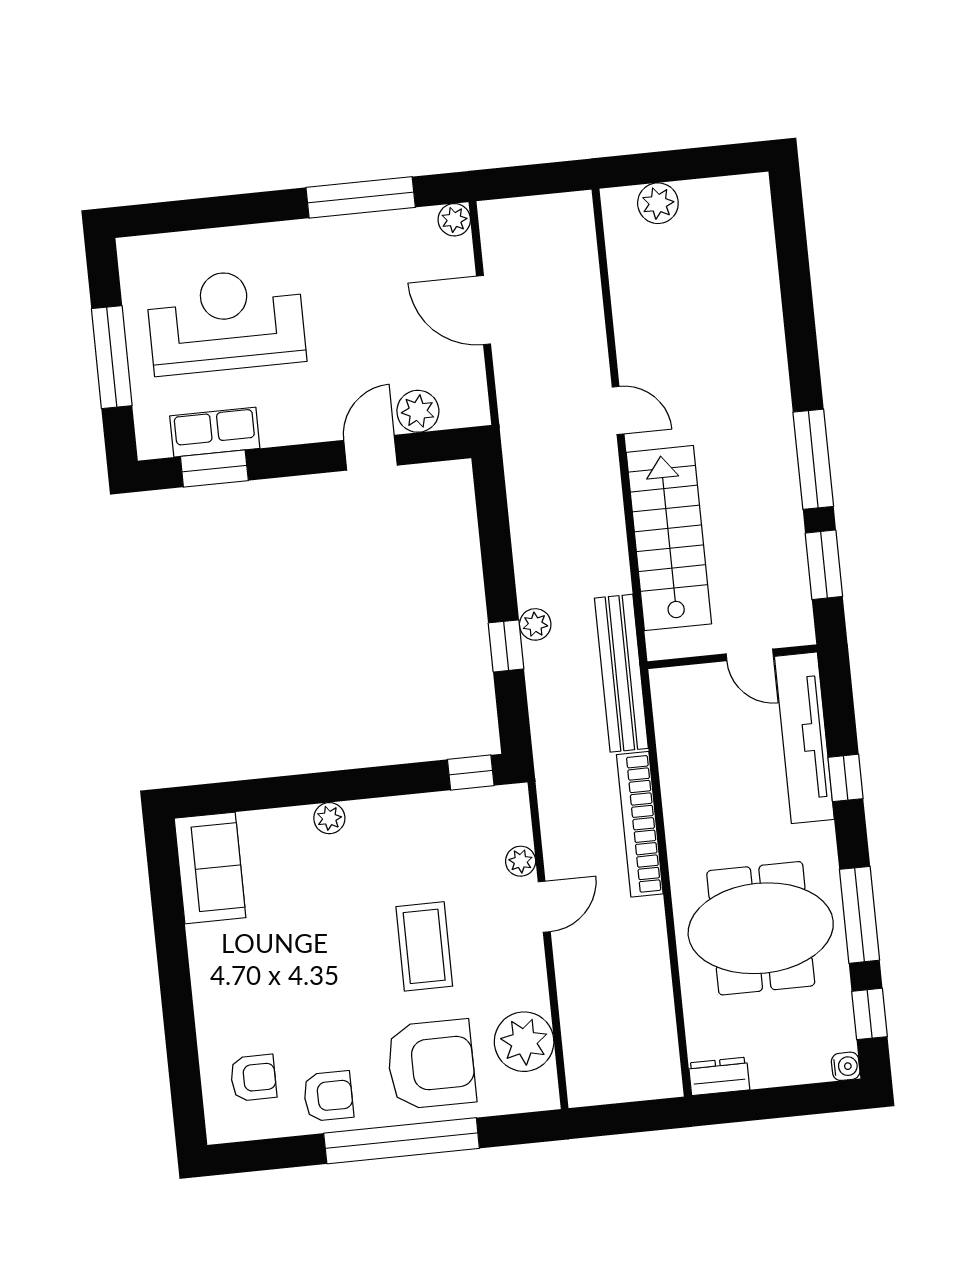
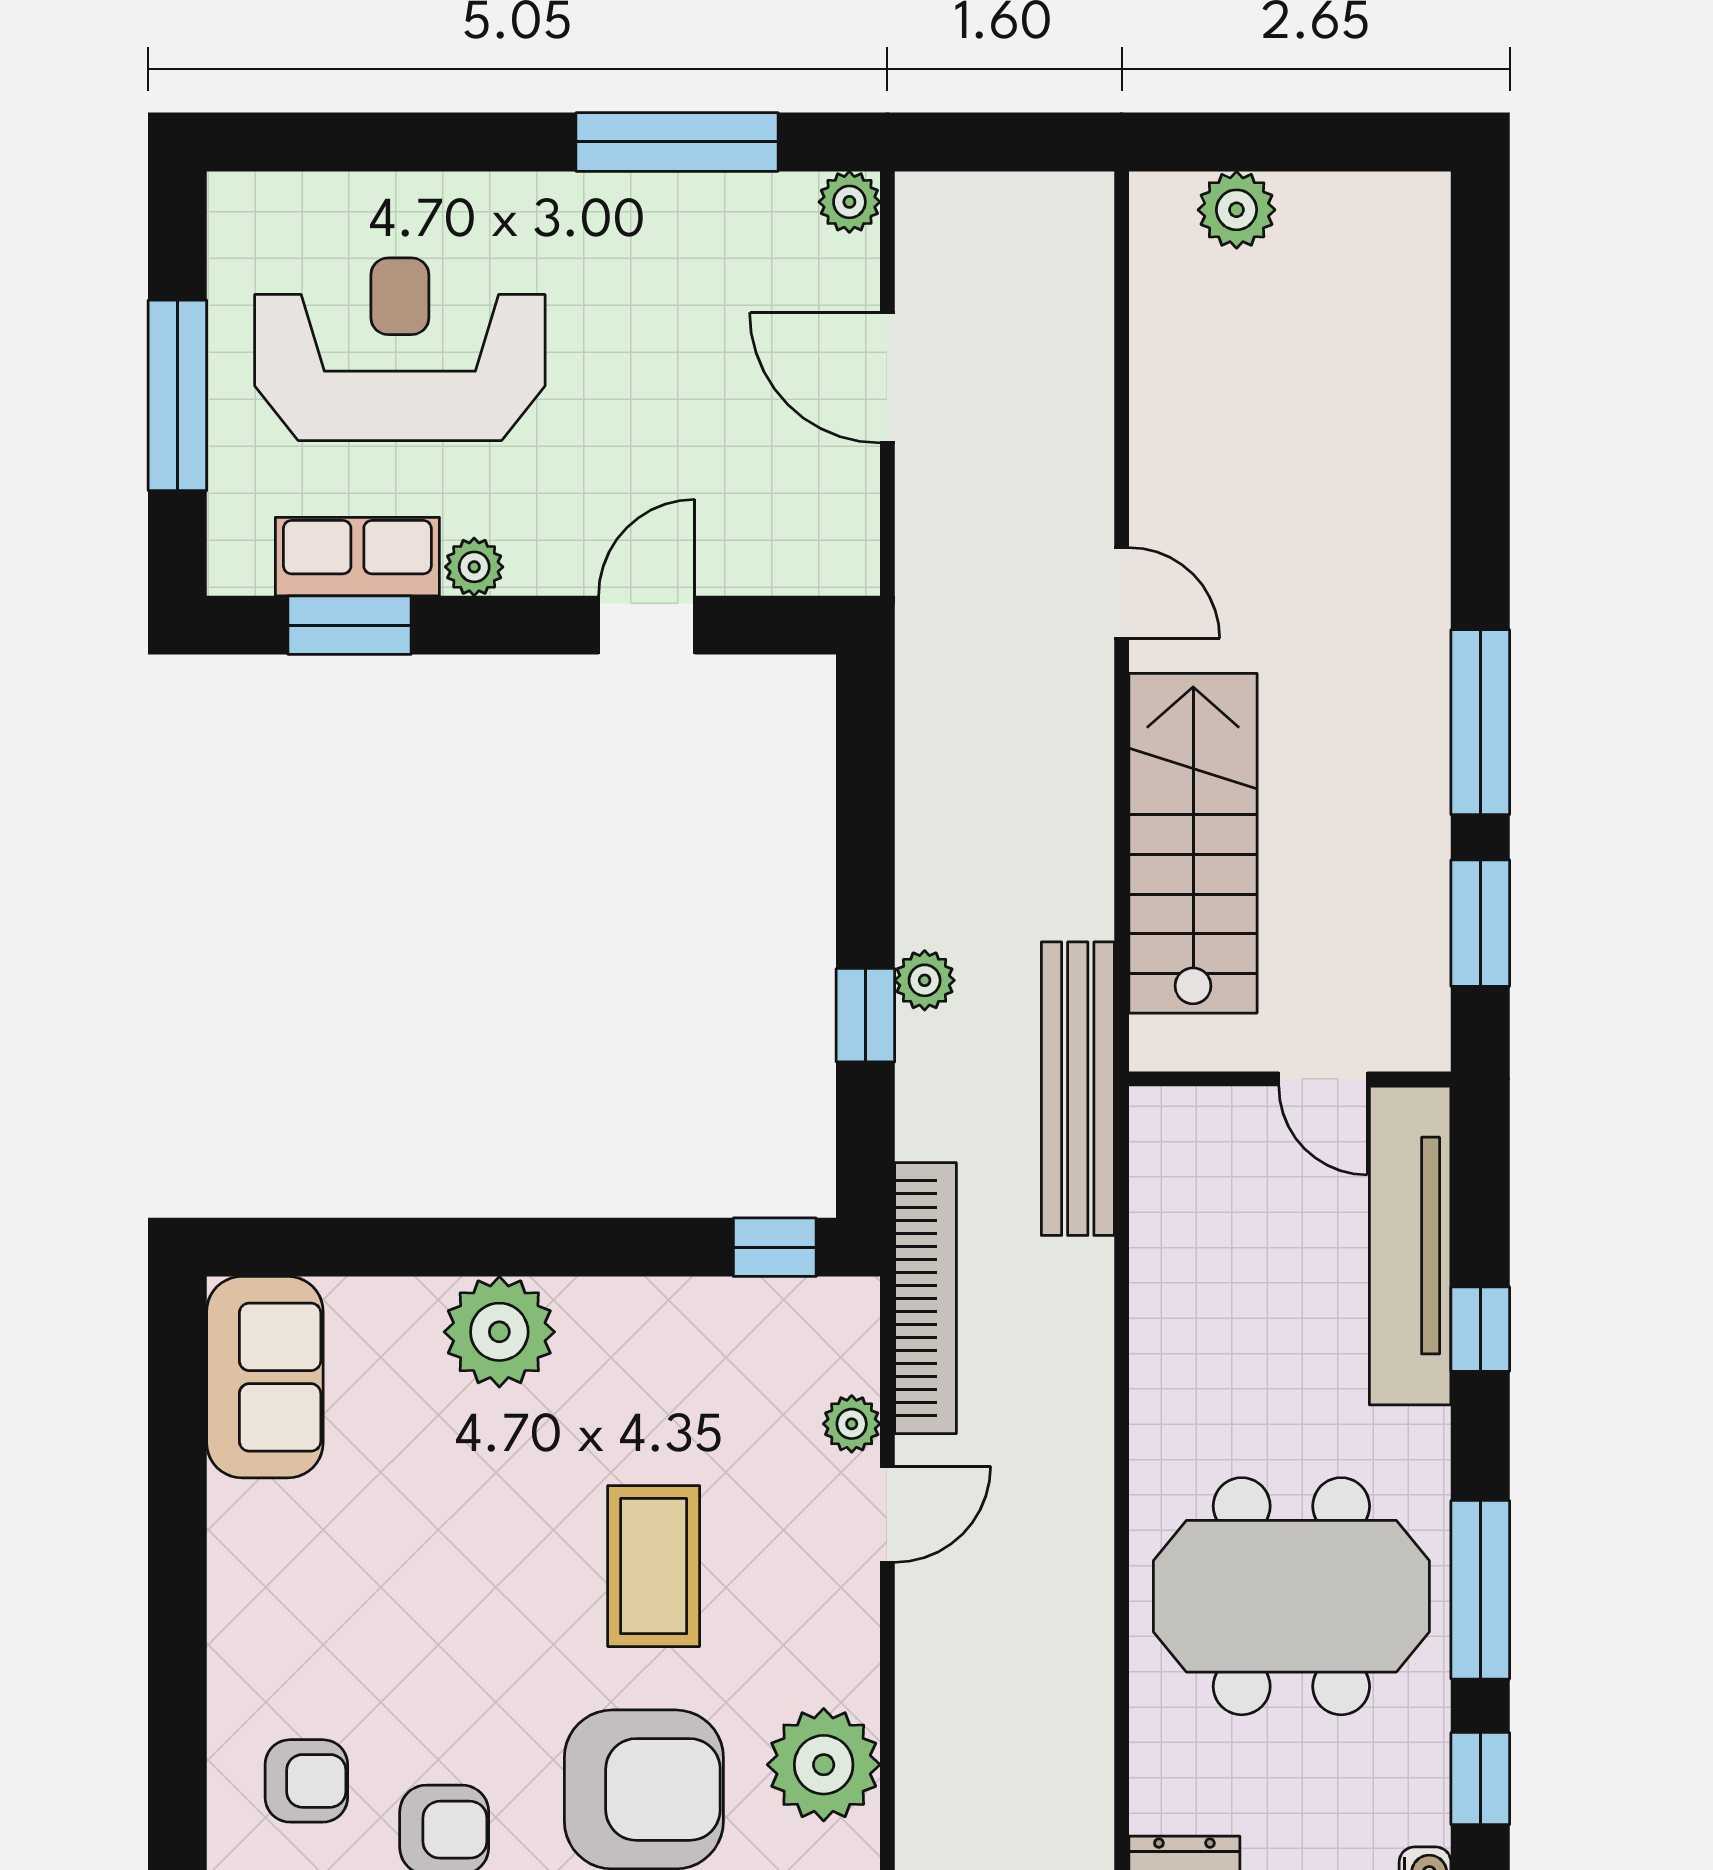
plant: (418, 411) -> (474, 567), moved, width x0.73, depth x0.73
plant: (329, 818) -> (499, 1332), width x1.88, depth x1.88
bookcase: (640, 824) -> (925, 1298), moved, turned 180

